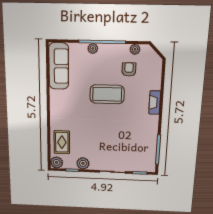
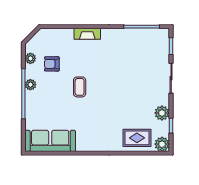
plant: (93, 48) -> (30, 85), moved
coffee table: (107, 94) -> (80, 87), width x0.54, depth x0.58

